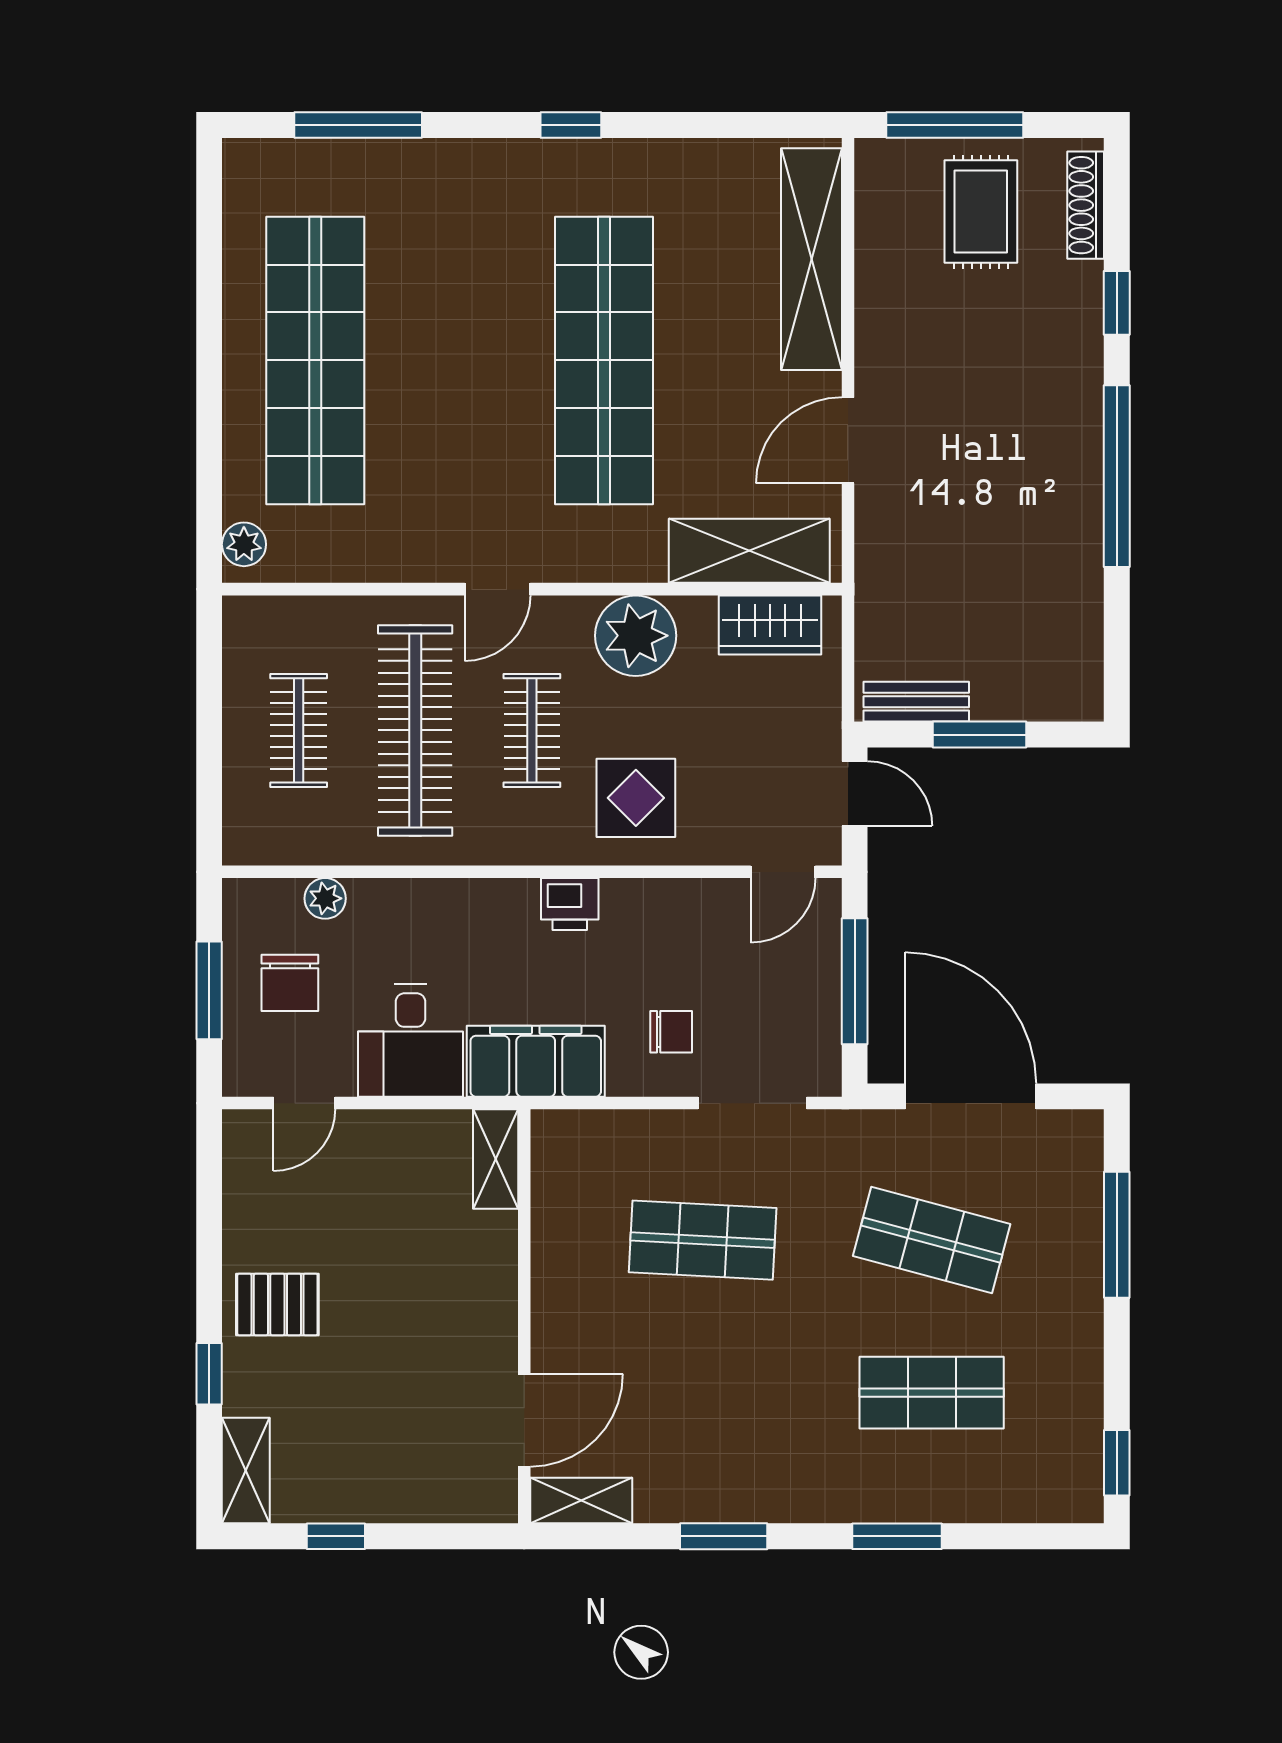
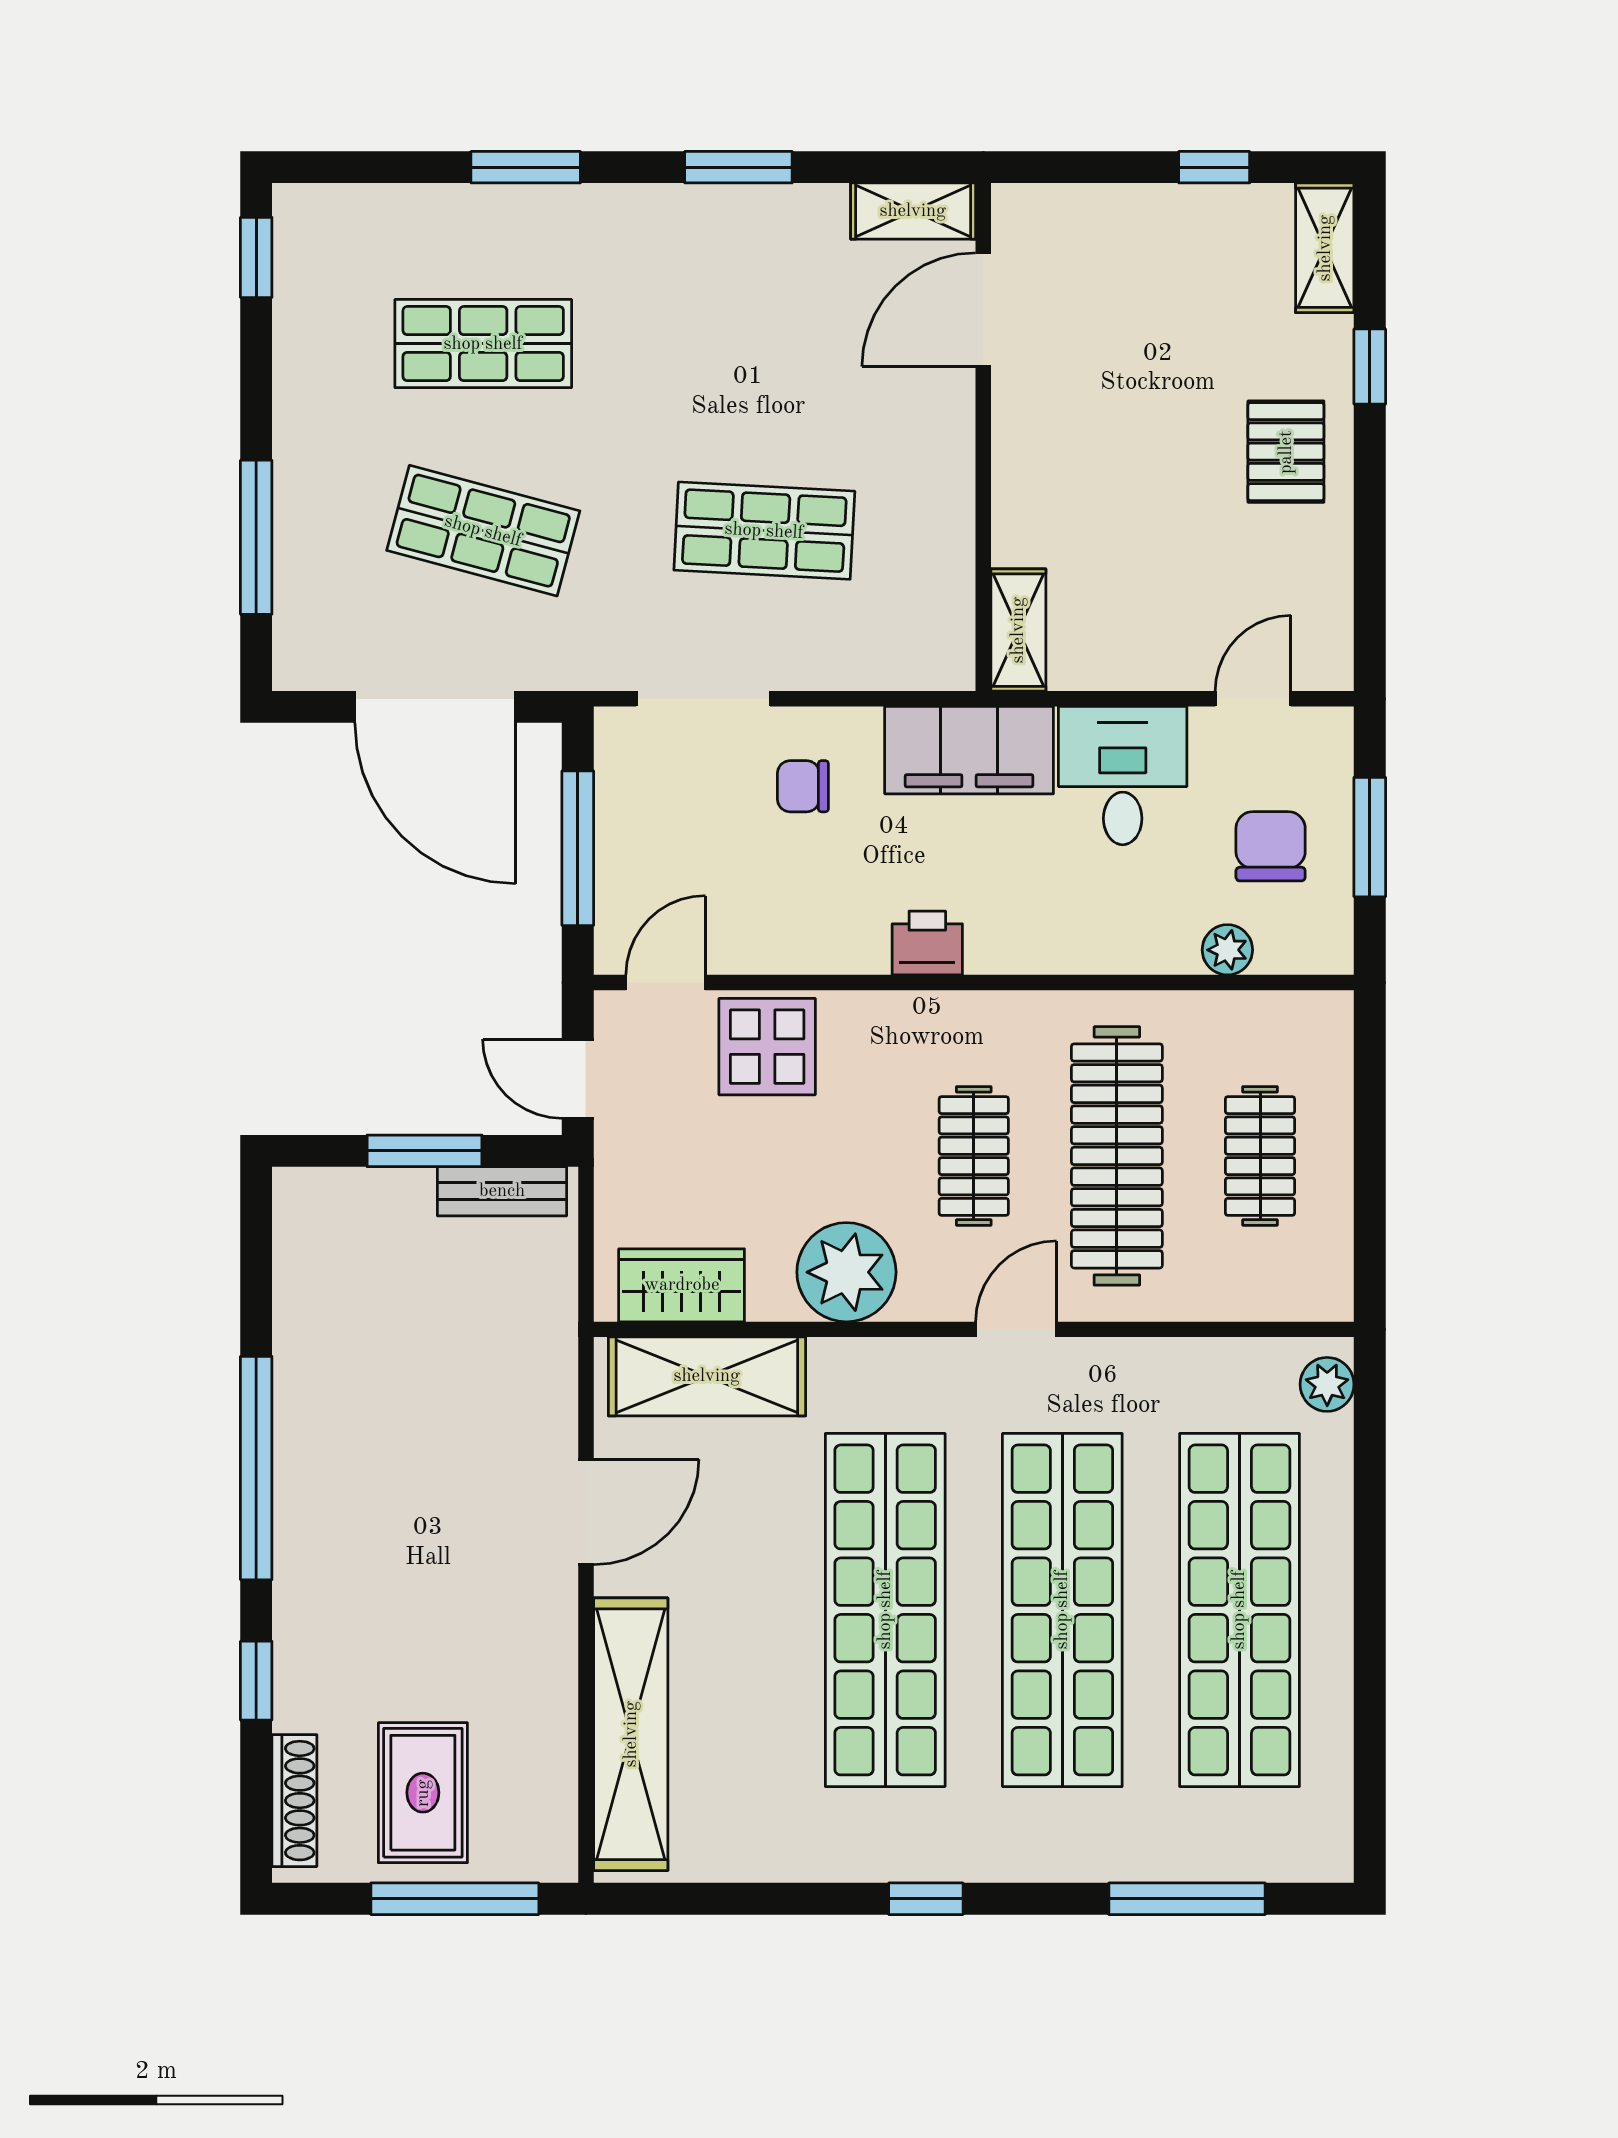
shop shelf: (460, 360) -> (1062, 1610), added
display table: (636, 798) -> (767, 1047), moved
pallet: (277, 1304) -> (1286, 452), turned 90

